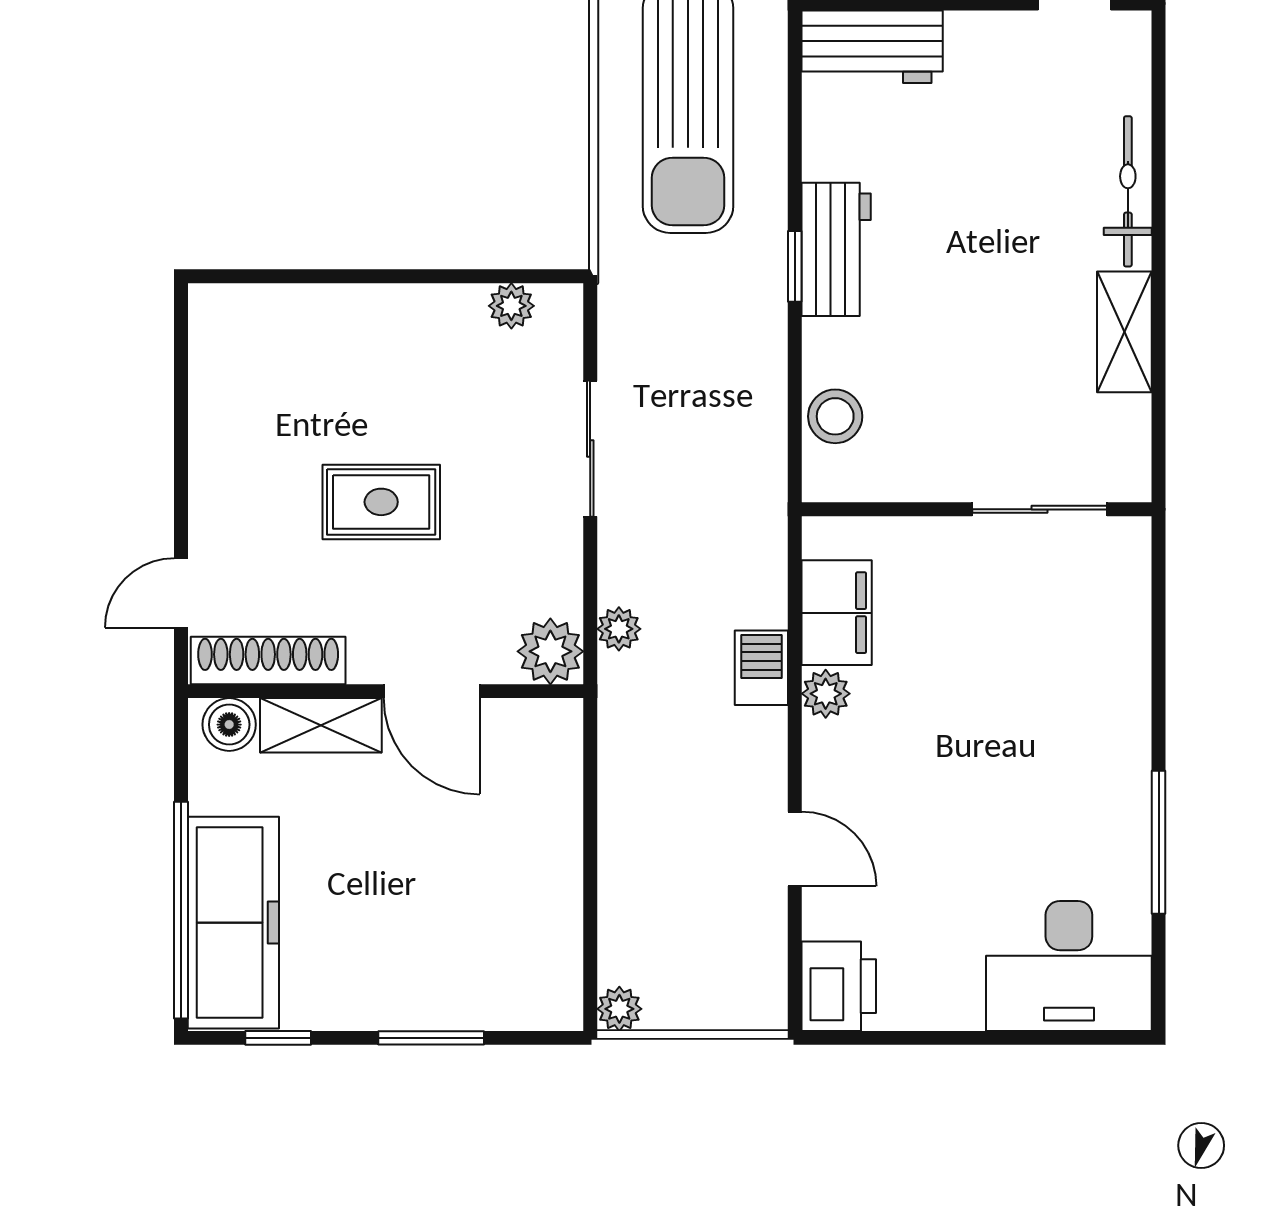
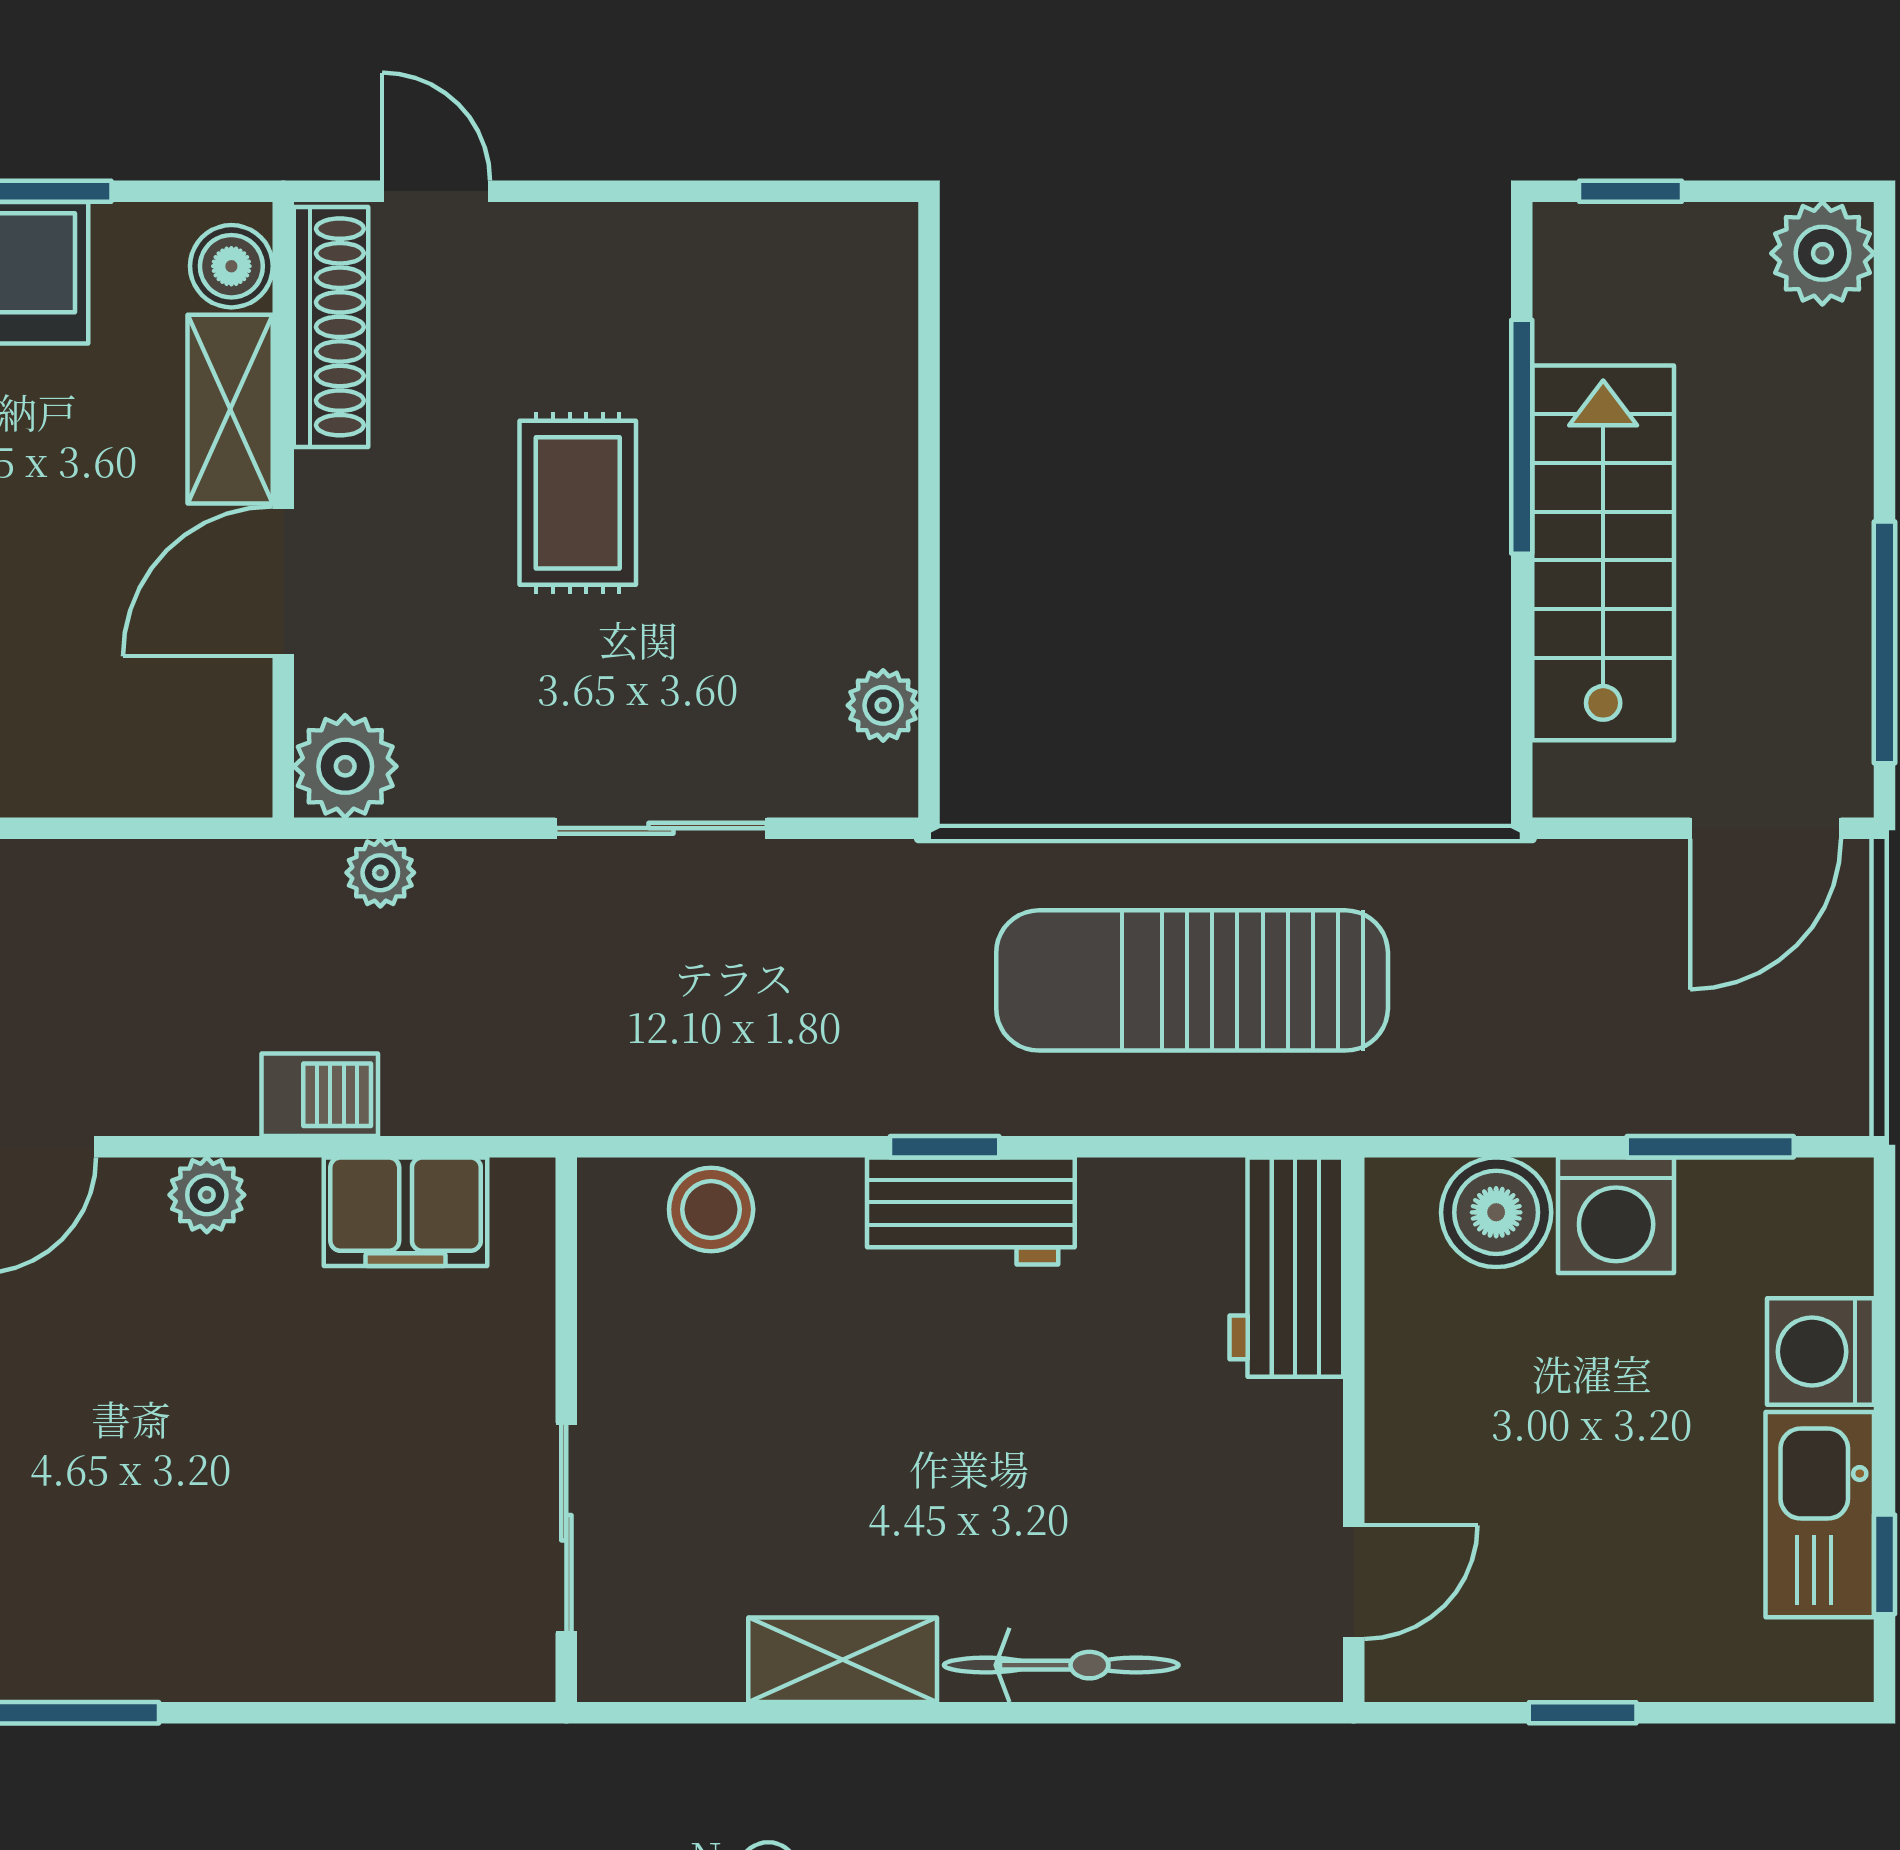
plant: (826, 694) -> (207, 1195), moved

